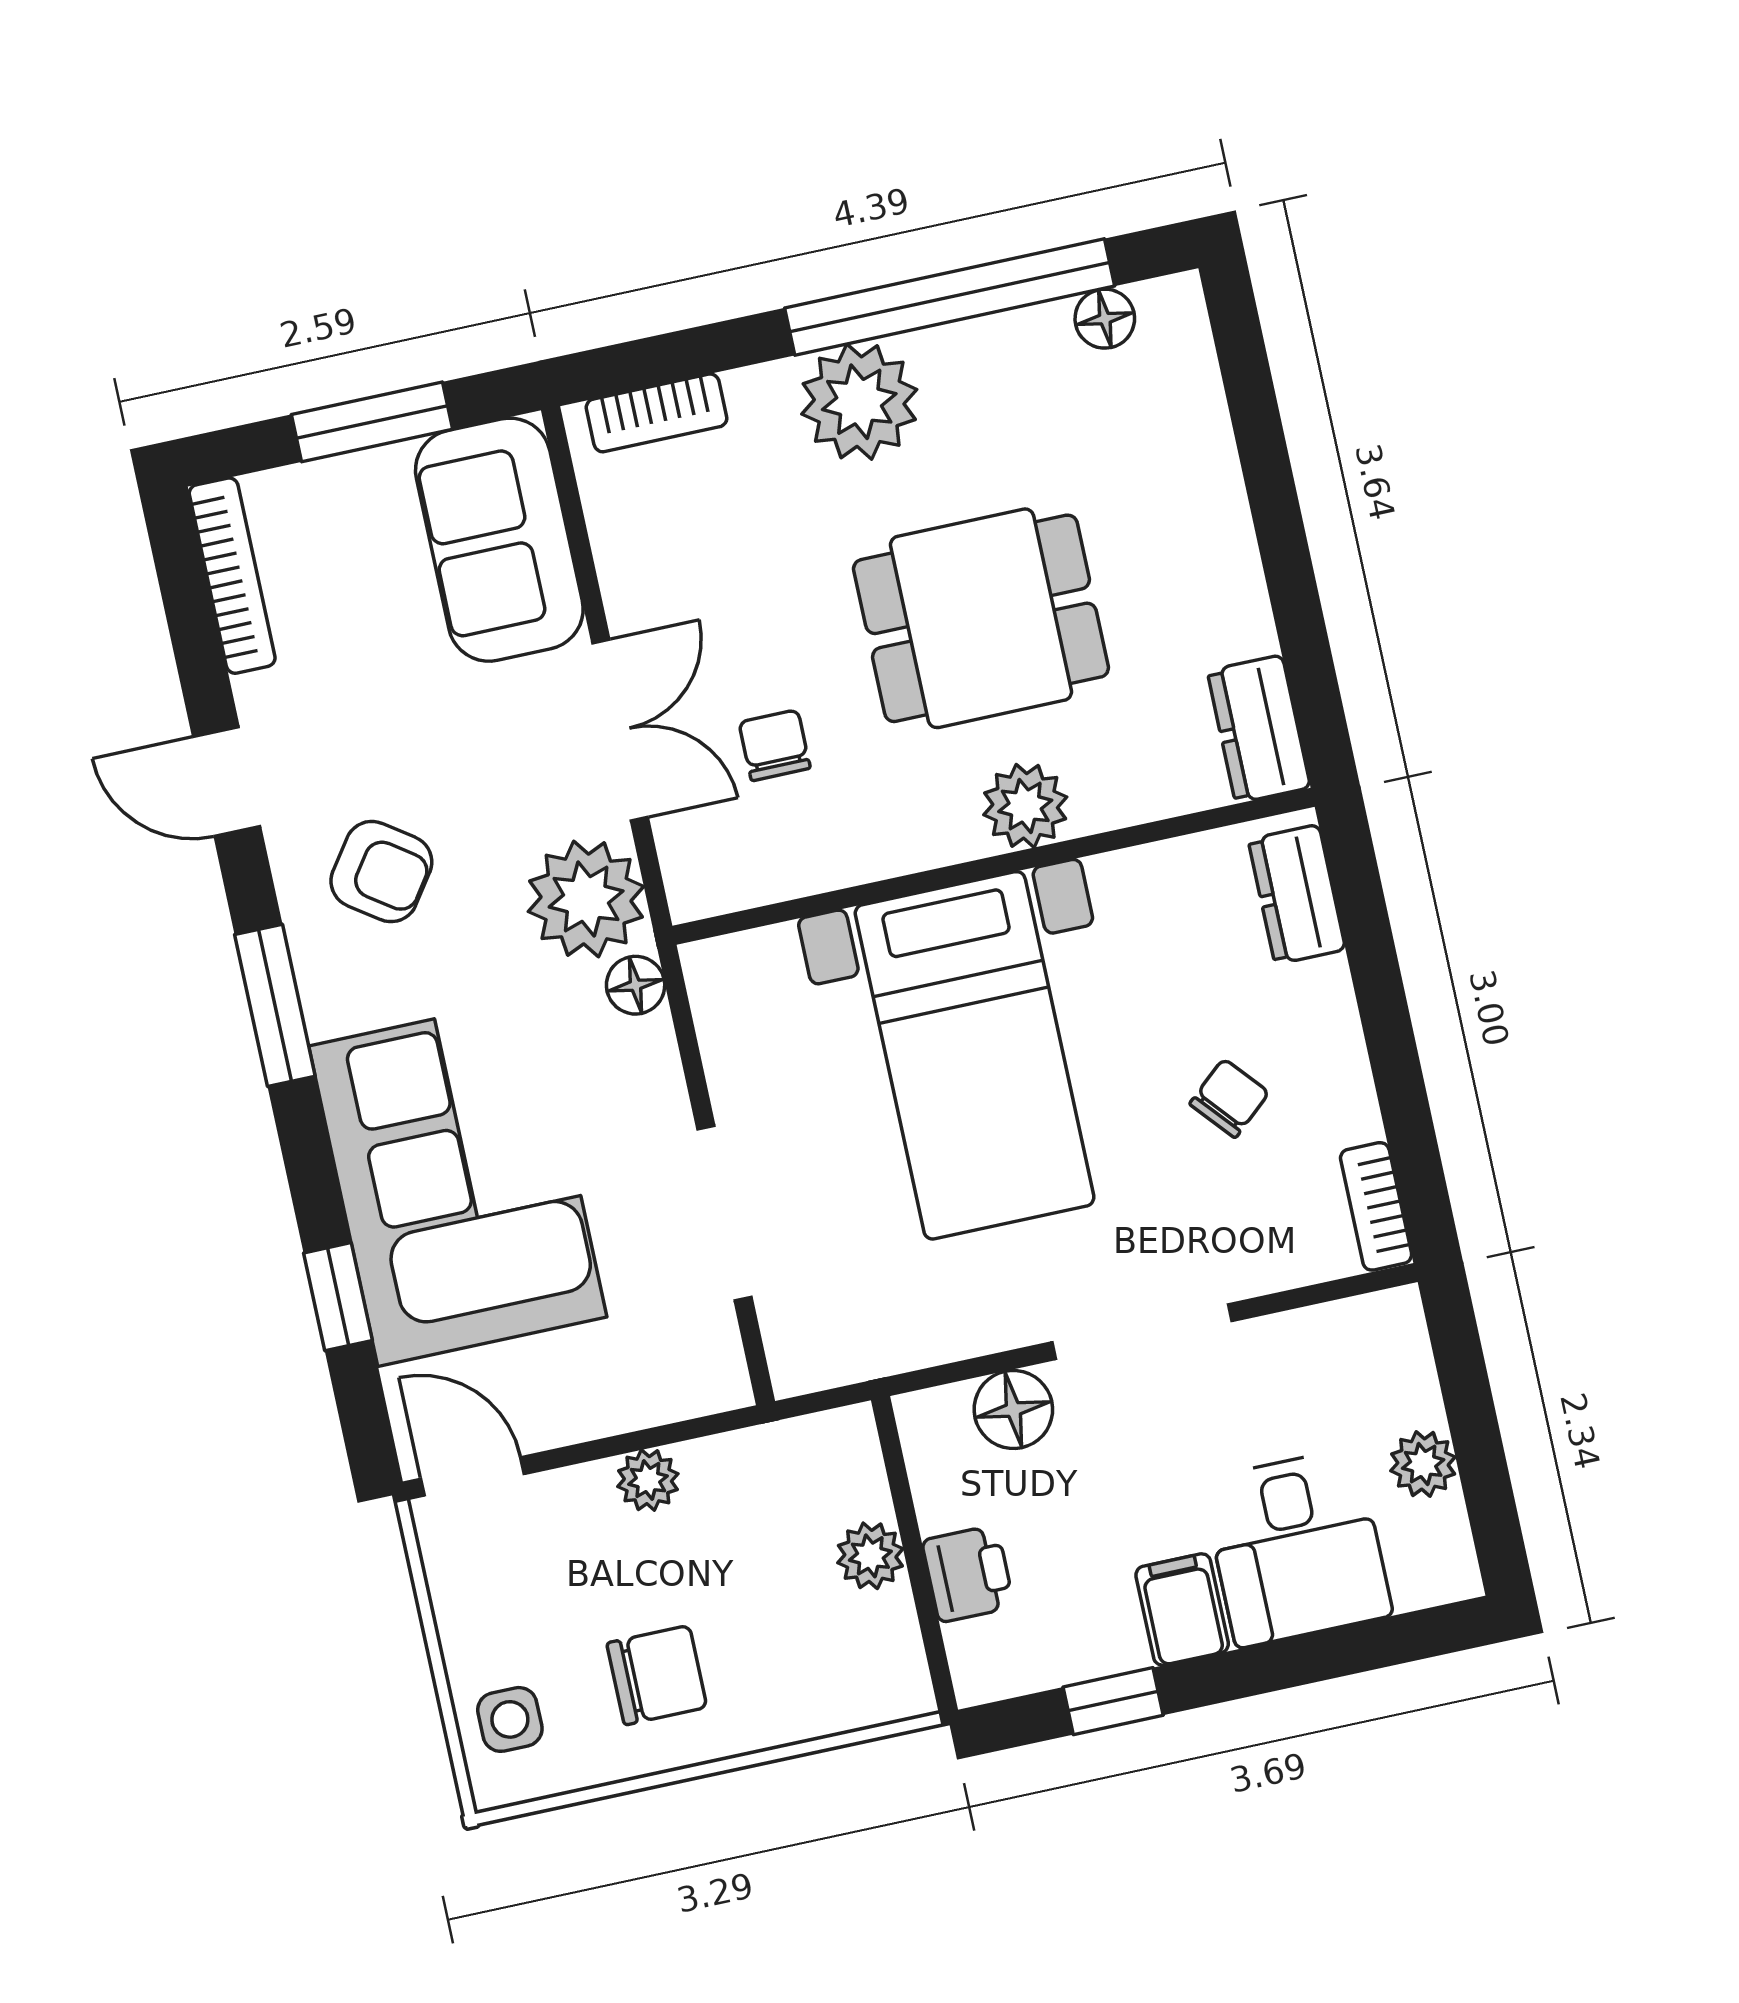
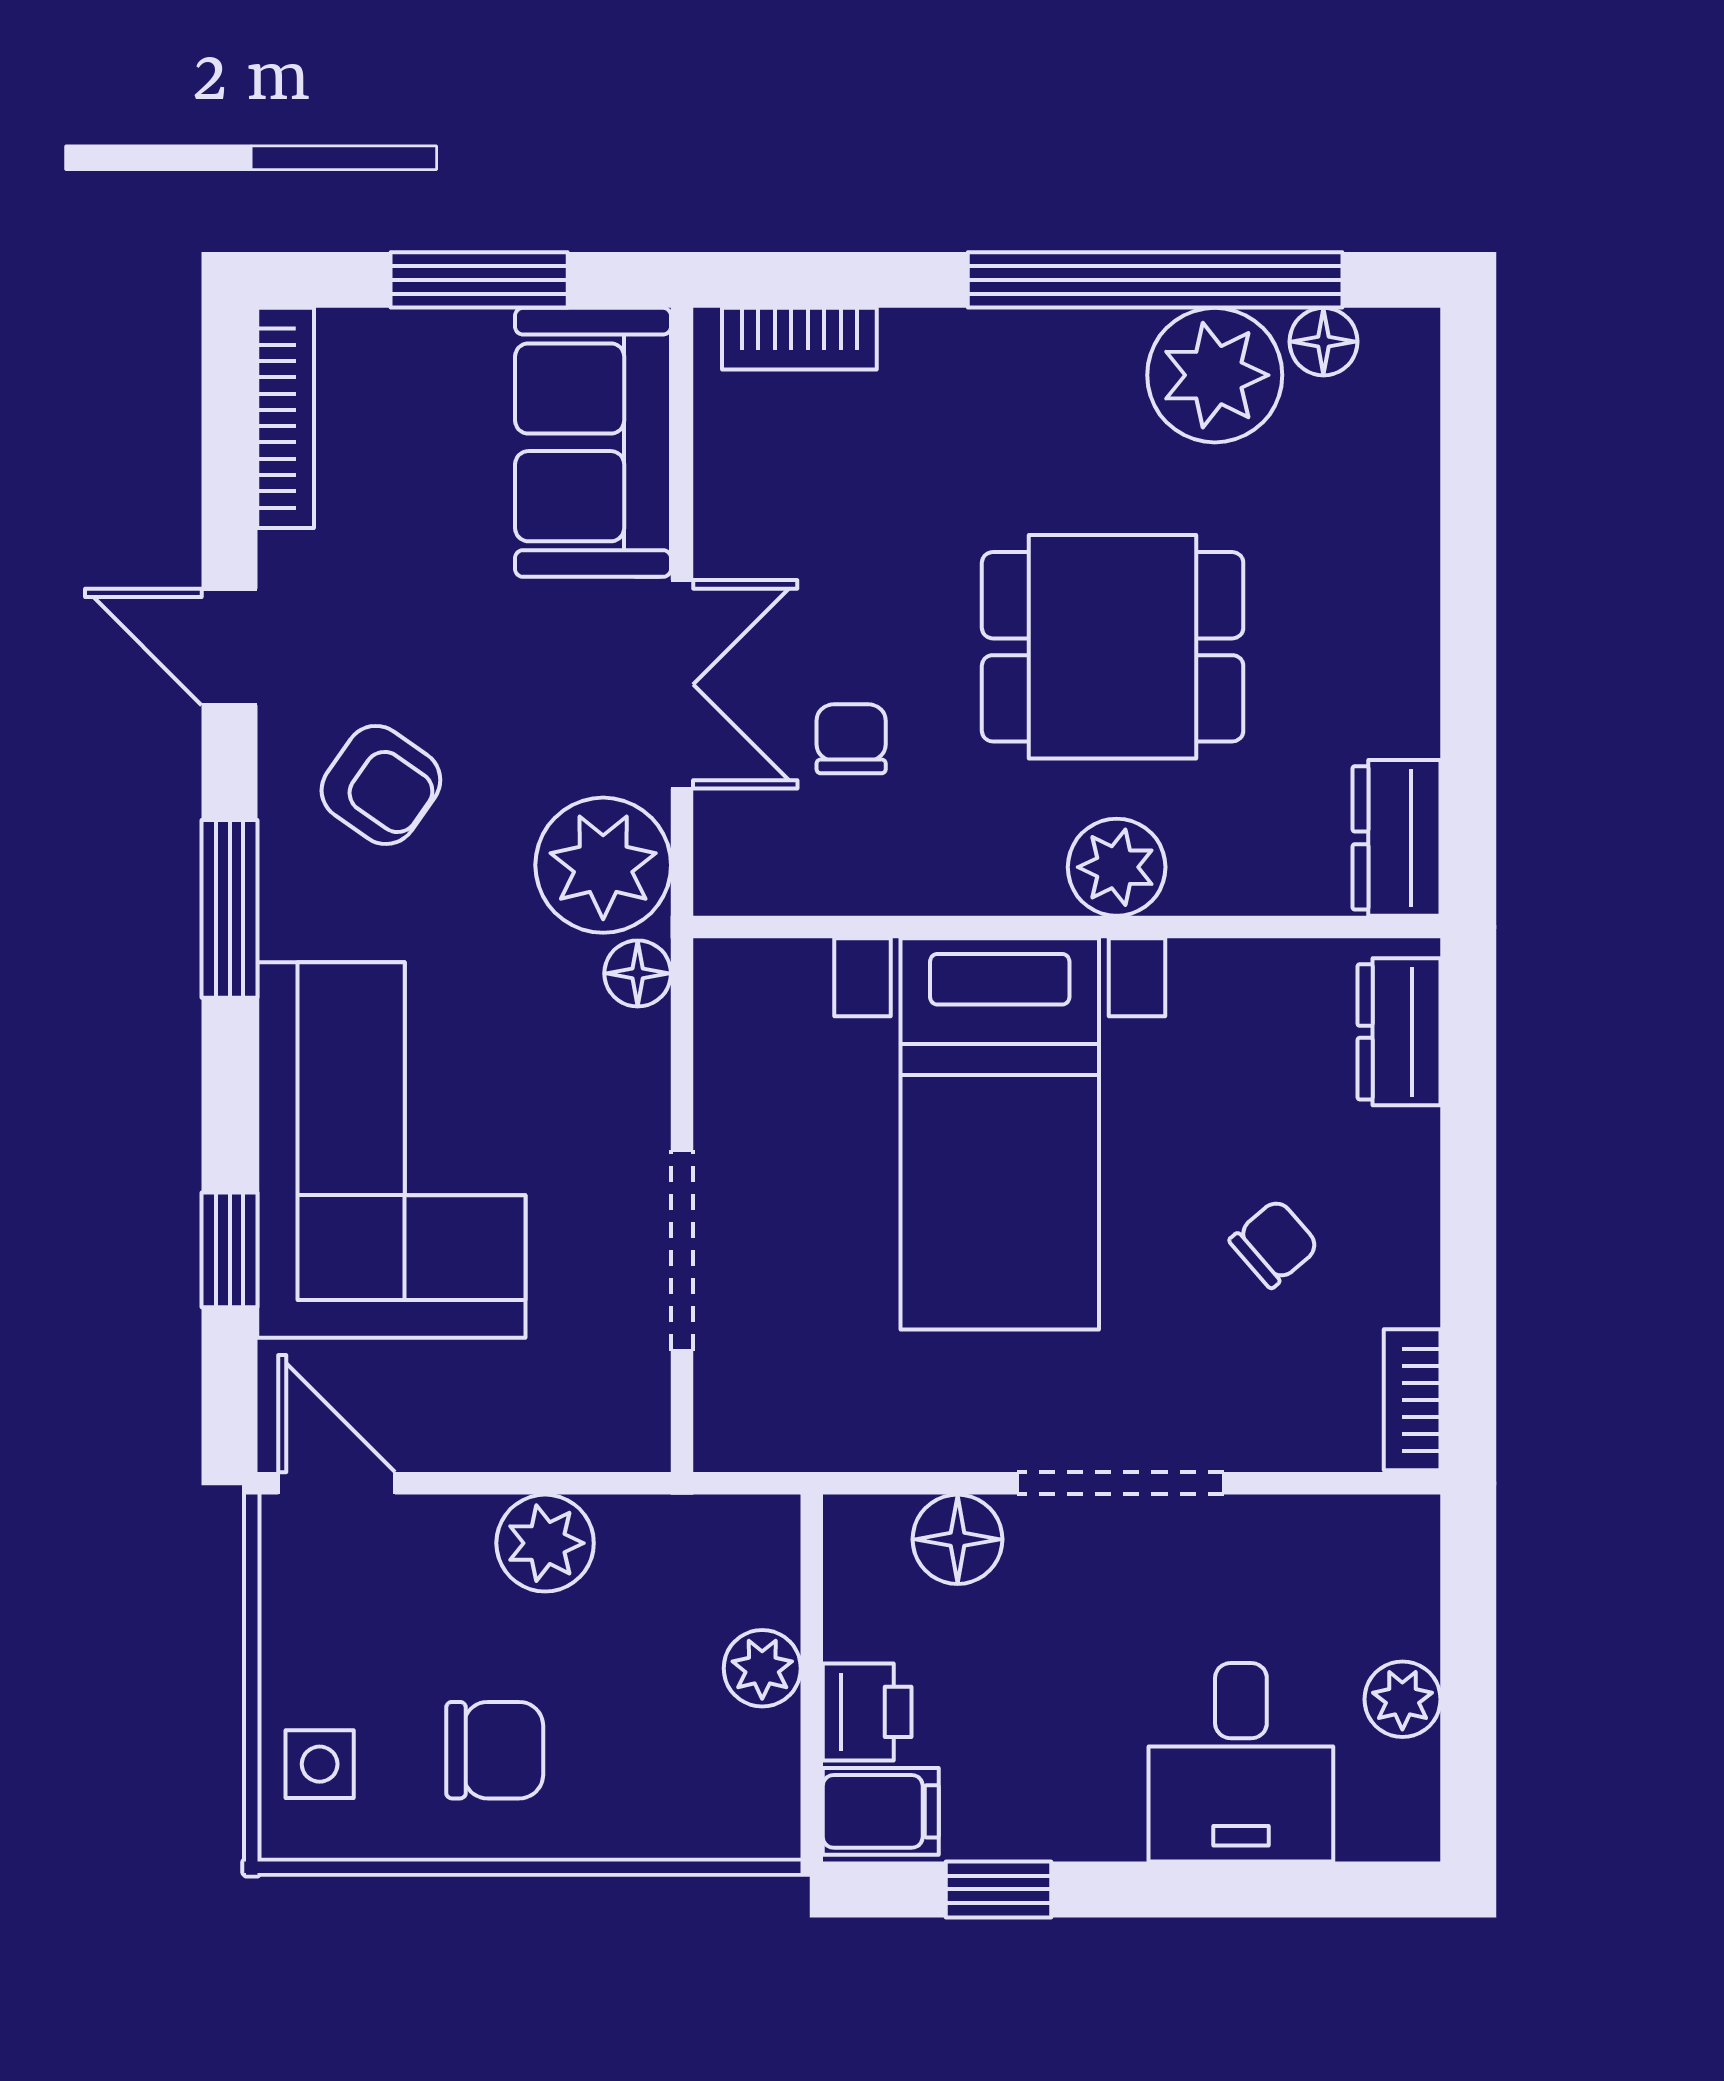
plant: (859, 402) -> (1215, 375), moved
plant: (648, 1480) -> (545, 1543), width x1.38, depth x1.38
filing cabinet: (1182, 1610) -> (881, 1811), moved, turned 90

